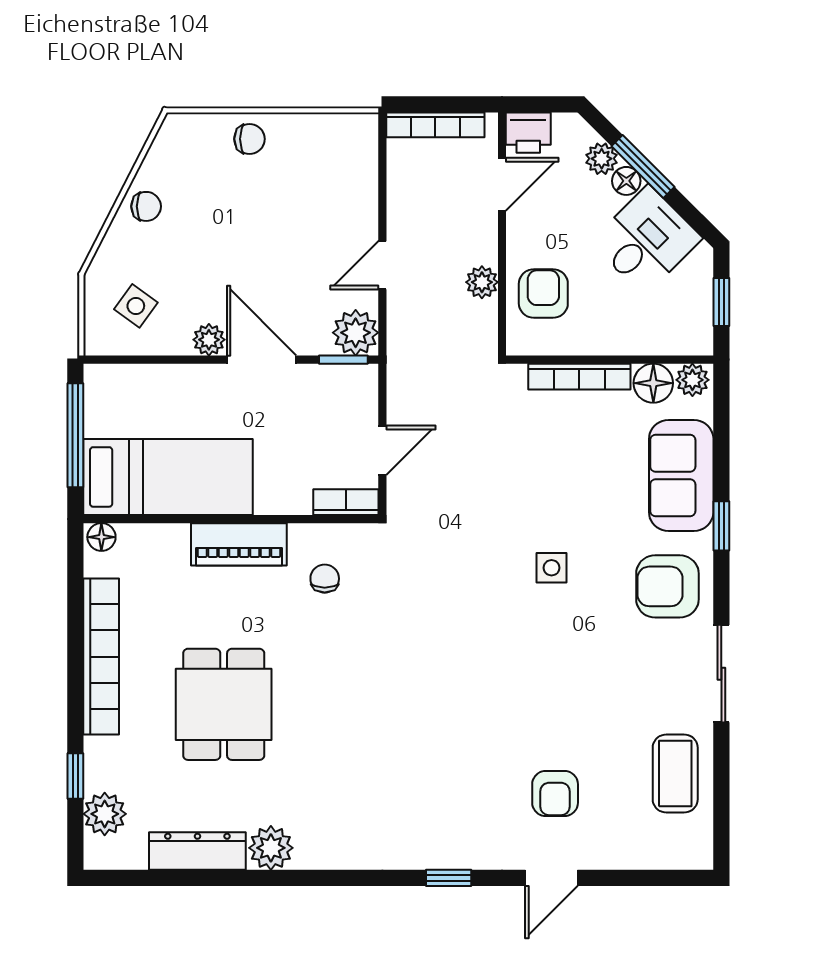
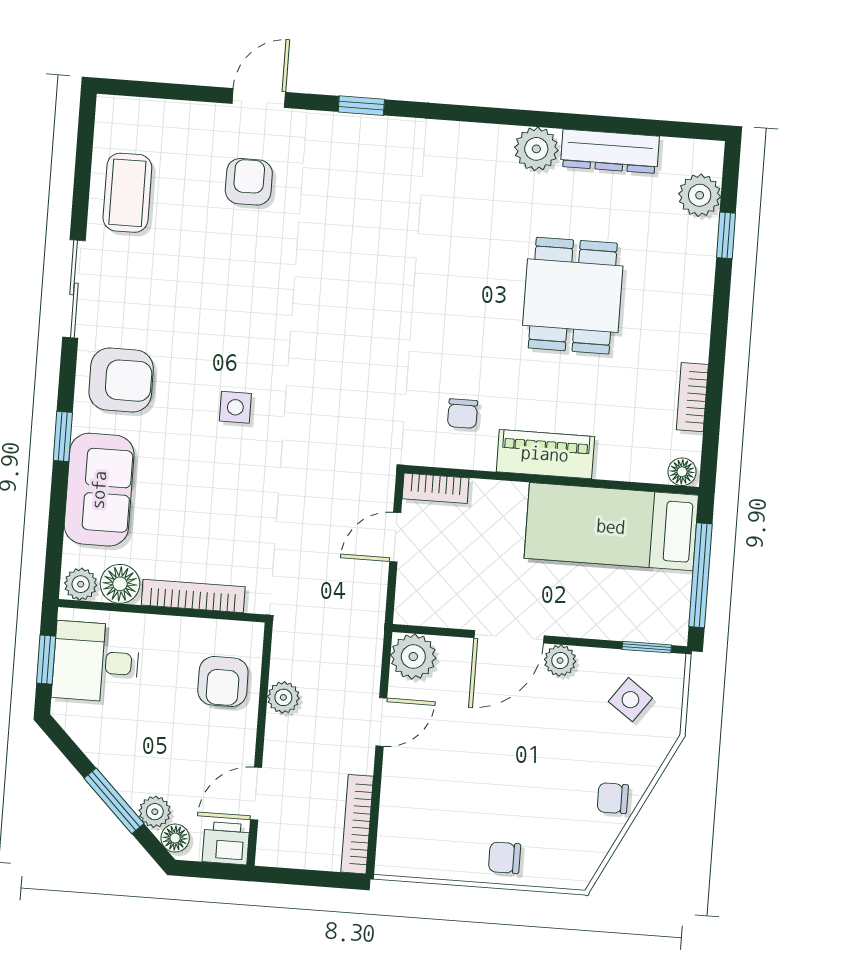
bookcase: (435, 125) -> (357, 824), moved, turned -90
floor lamp: (626, 181) -> (175, 838), moved
desk: (646, 240) -> (96, 662), moved, turned 45
door: (262, 360) -> (509, 637), hinge flipped
window: (343, 360) -> (647, 647), moved
bookcase: (101, 657) -> (692, 397), width x0.43, depth x0.76

